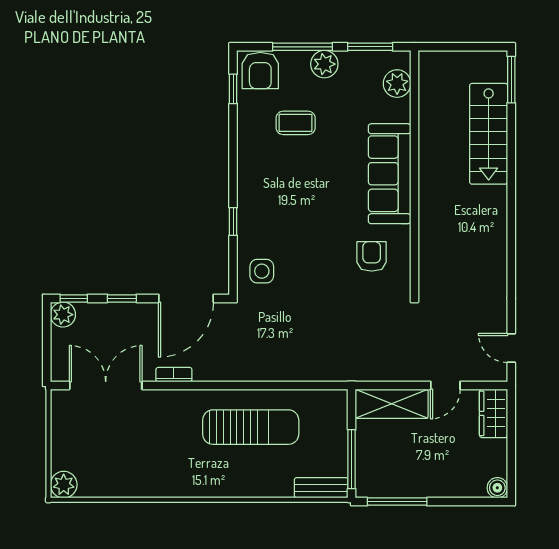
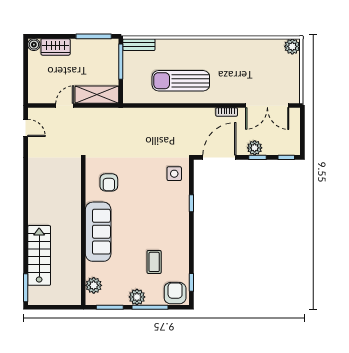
coffee table: (296, 123) -> (154, 262), turned 90
plant: (63, 315) -> (255, 148), moved
wardrobe: (494, 413) -> (56, 47), moved, turned 90

